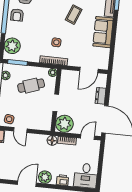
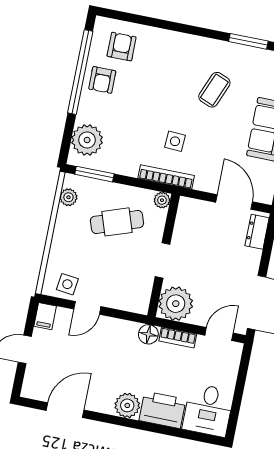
door: (89, 70) -> (234, 202), swing flipped
dresser: (101, 96) -> (257, 232), moved
door: (20, 130) -> (87, 308), hinge flipped
printer: (62, 180) -> (162, 410), width x1.87, depth x1.48
door: (27, 184) -> (65, 410), moved

